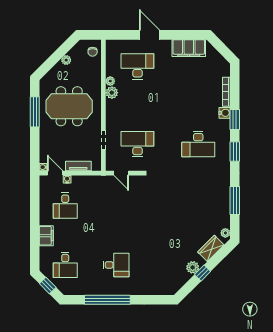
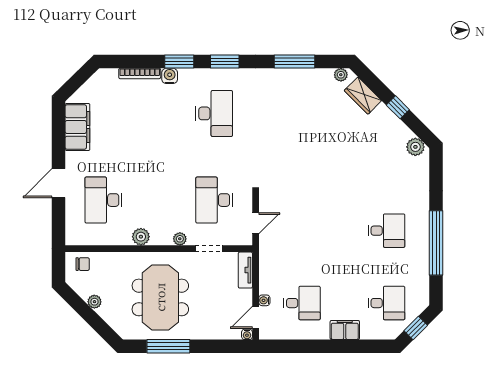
plant: (110, 81) -> (180, 239), moved
tv unit: (78, 166) -> (245, 270), moved
desk: (116, 265) -> (386, 231), turned 90
plant: (193, 267) -> (415, 147), moved

